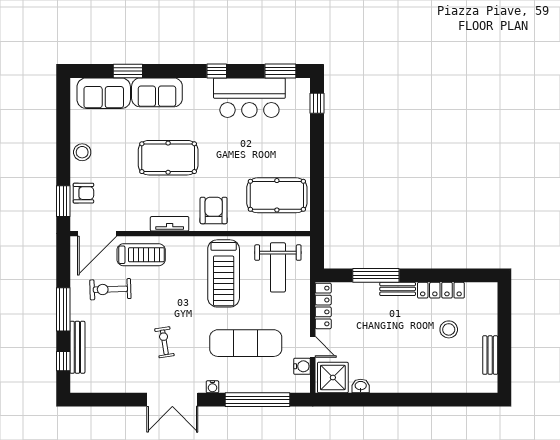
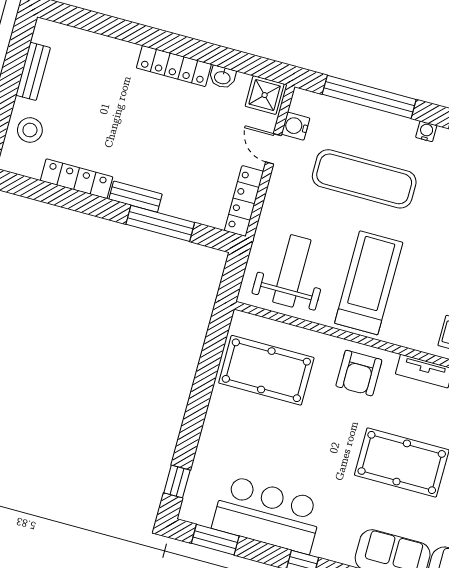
stool: (449, 329) -> (30, 130), moved
shower: (333, 378) -> (265, 95), width x0.73, depth x0.73
locker: (396, 385) -> (174, 66), added

